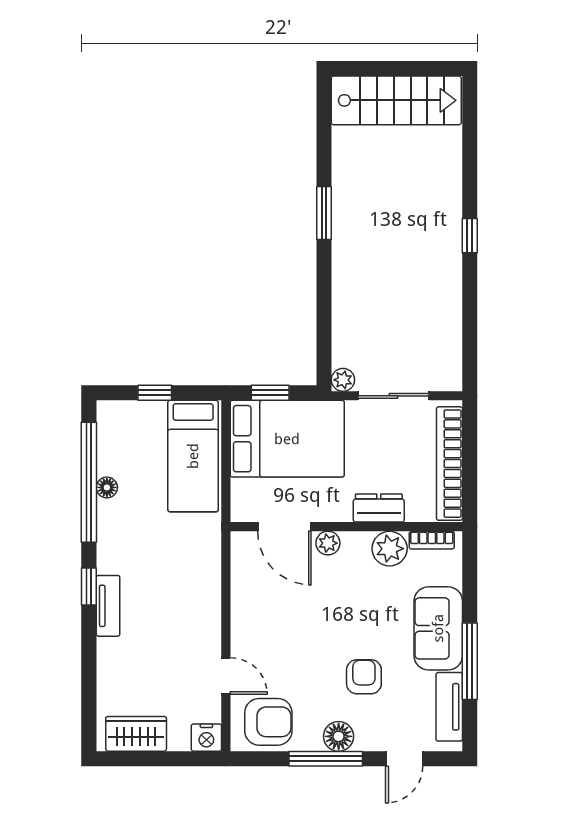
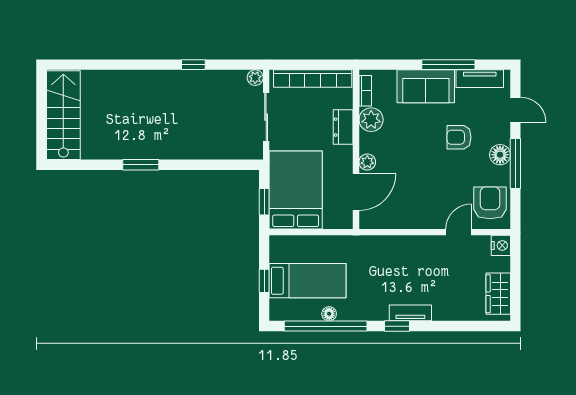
window: (470, 236) -> (193, 65), moved
plant: (343, 380) -> (255, 78), moved
bed: (193, 456) -> (308, 281), moved

